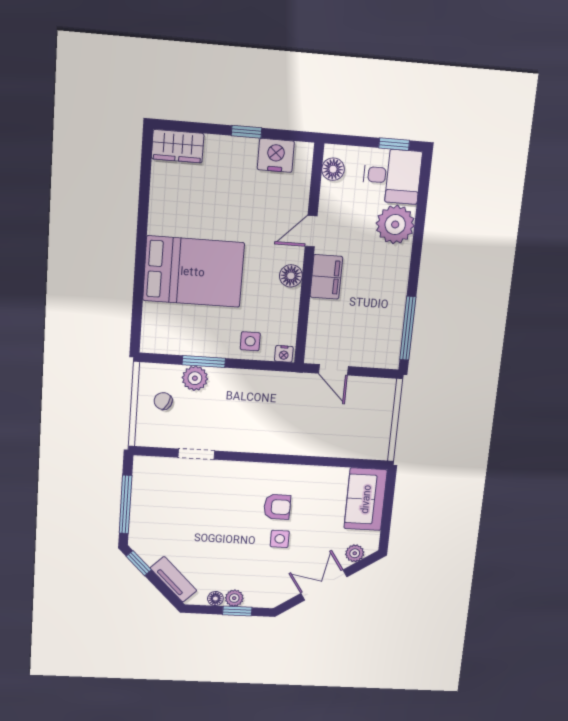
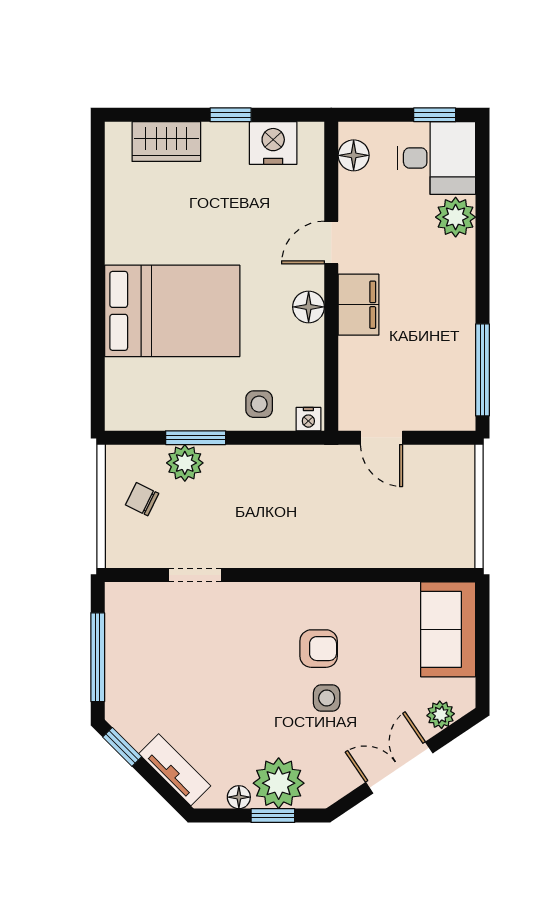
wardrobe: (178, 146) -> (166, 142), moved
plant: (395, 224) -> (456, 217), width x0.73, depth x0.73
plant: (234, 598) -> (279, 783), width x1.88, depth x1.88

